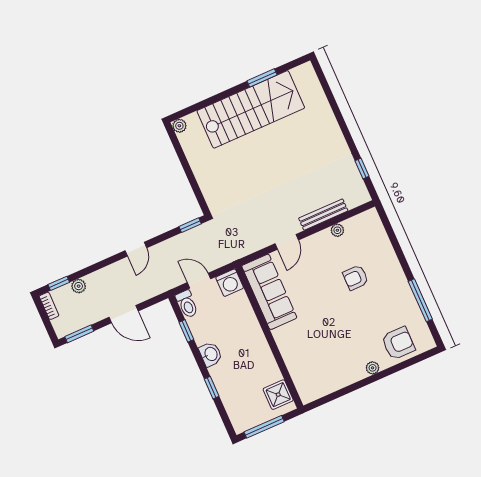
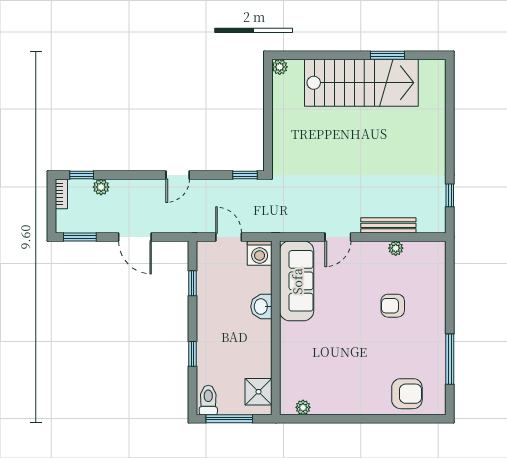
toilet: (187, 304) -> (208, 400), moved, turned 180
washbasin: (211, 354) -> (261, 307), moved, turned 180
plant: (373, 368) -> (303, 407), moved

